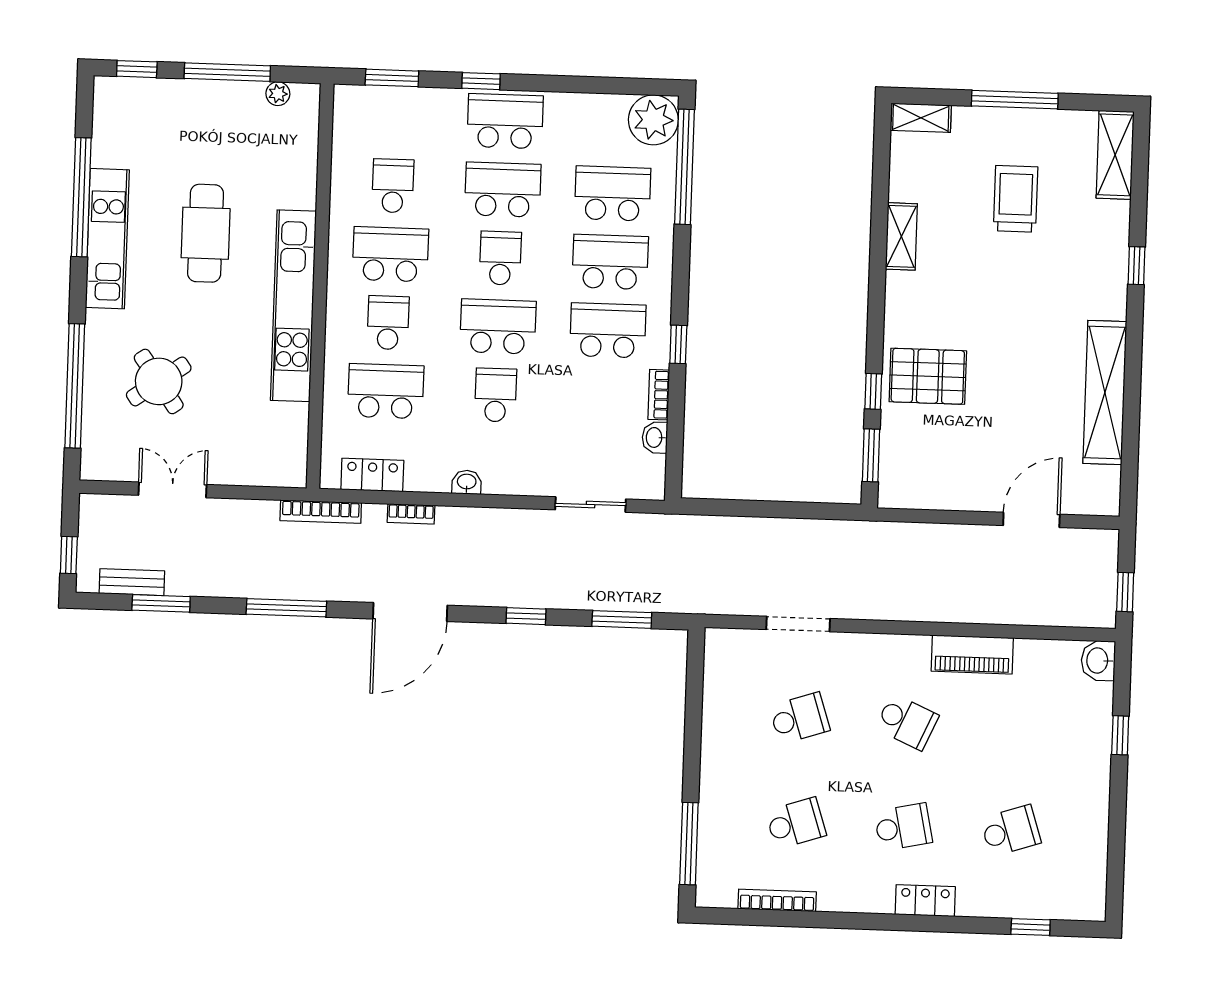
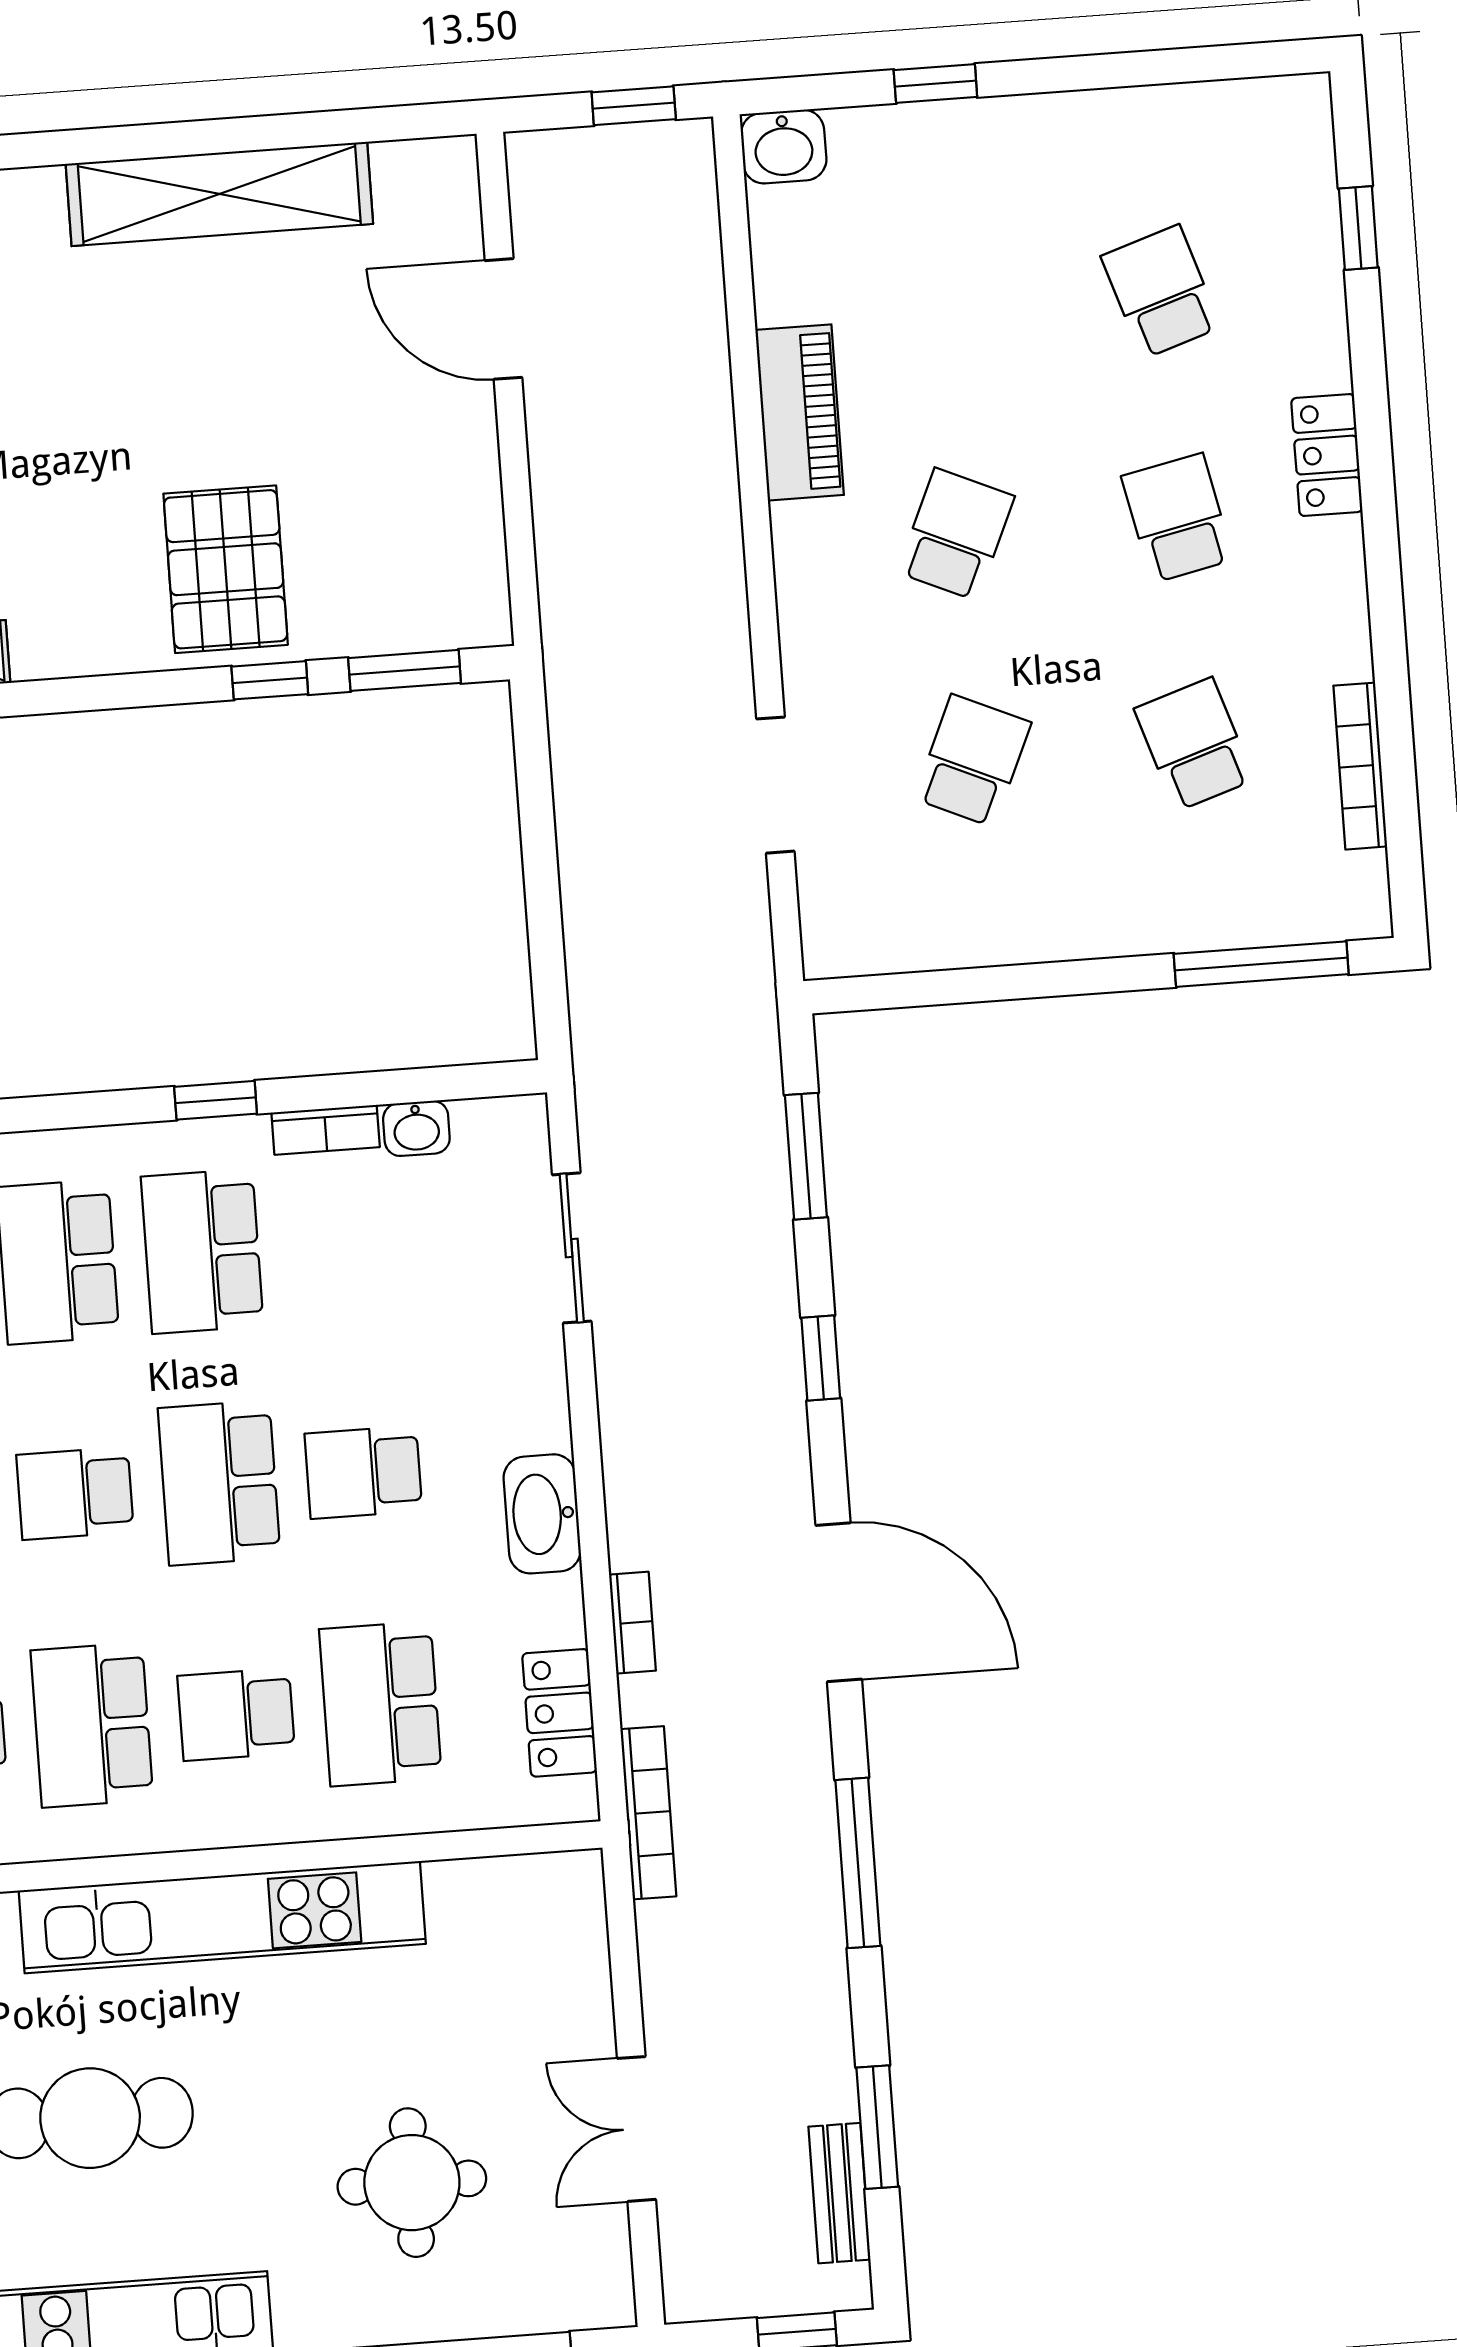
round table: (159, 381) -> (412, 2183), turned 35
washbasin: (467, 482) -> (542, 1514), width x1.91, depth x1.45
school desk: (800, 718) -> (973, 761), turned 42

